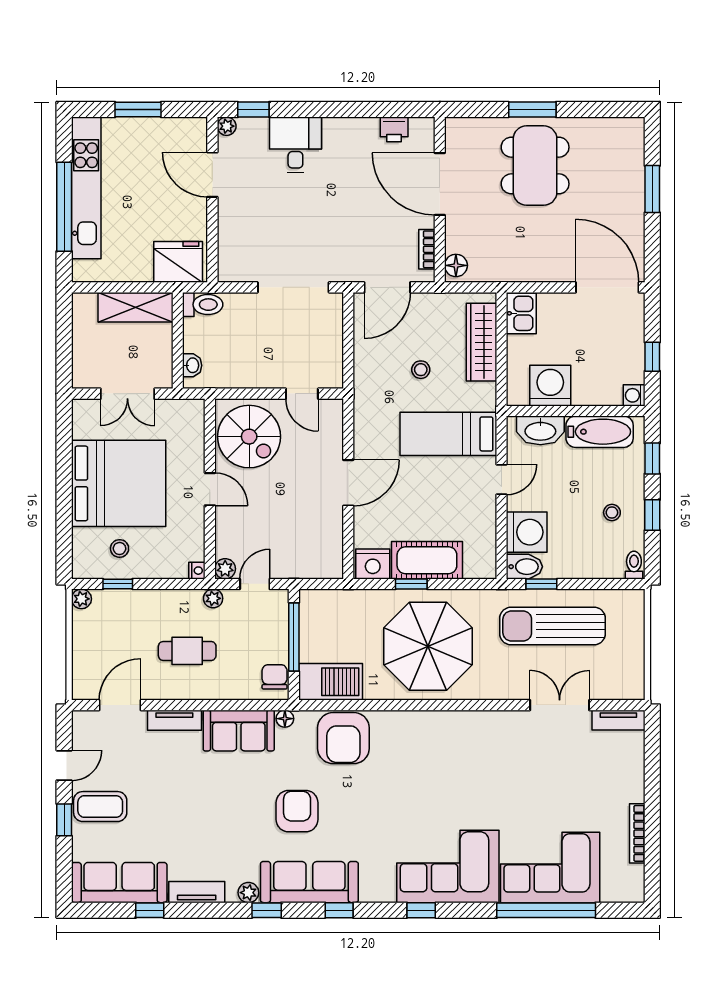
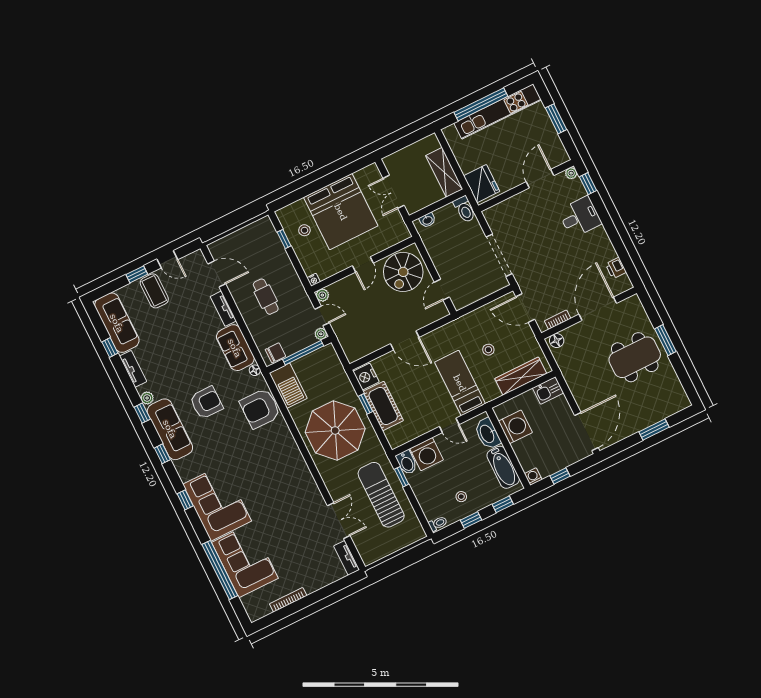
plant: (213, 598) -> (321, 334), moved
plant: (81, 599) -> (266, 223), removed

